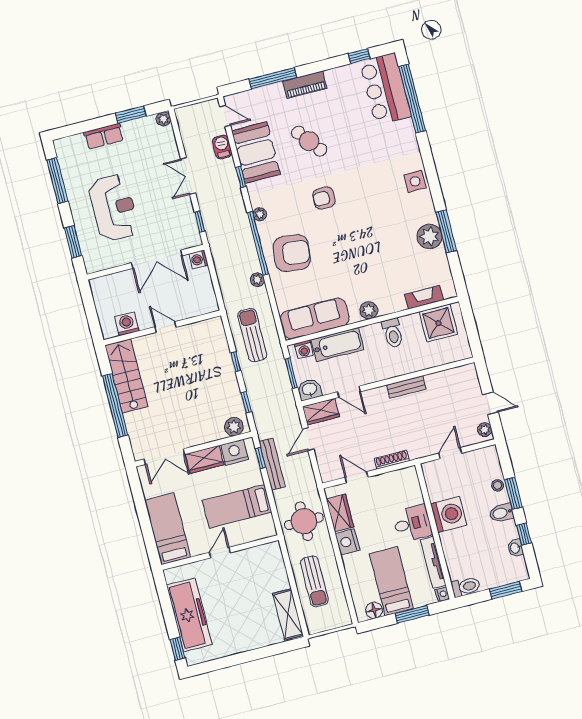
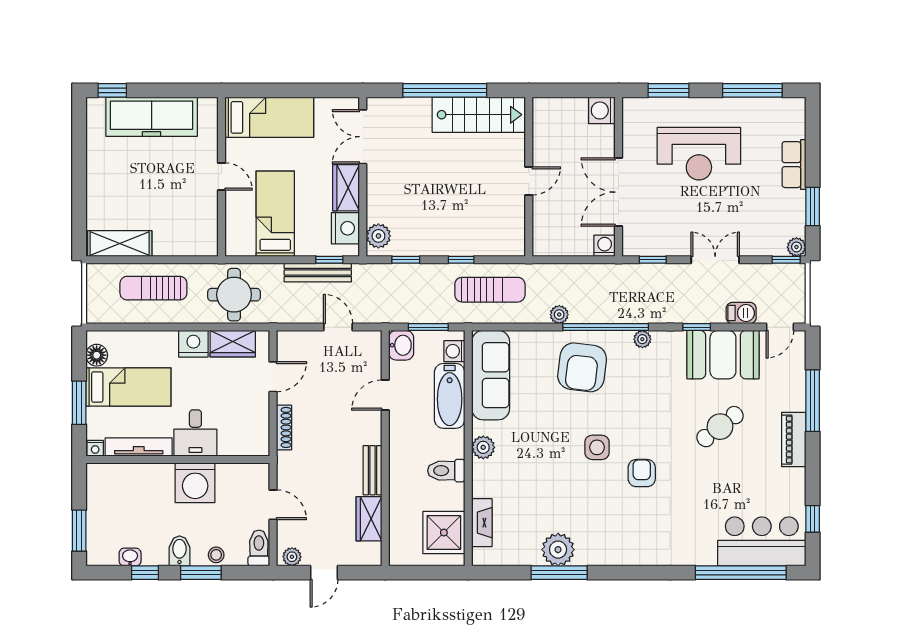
window: (175, 124) -> (786, 260), added
side table: (415, 181) -> (597, 447), moved
armchair: (324, 198) -> (642, 473), moved
washing machine: (127, 324) -> (602, 110), moved, turned 180
wardrobe: (321, 412) -> (369, 519), moved
toilet: (466, 587) -> (259, 548), moved, turned 180

